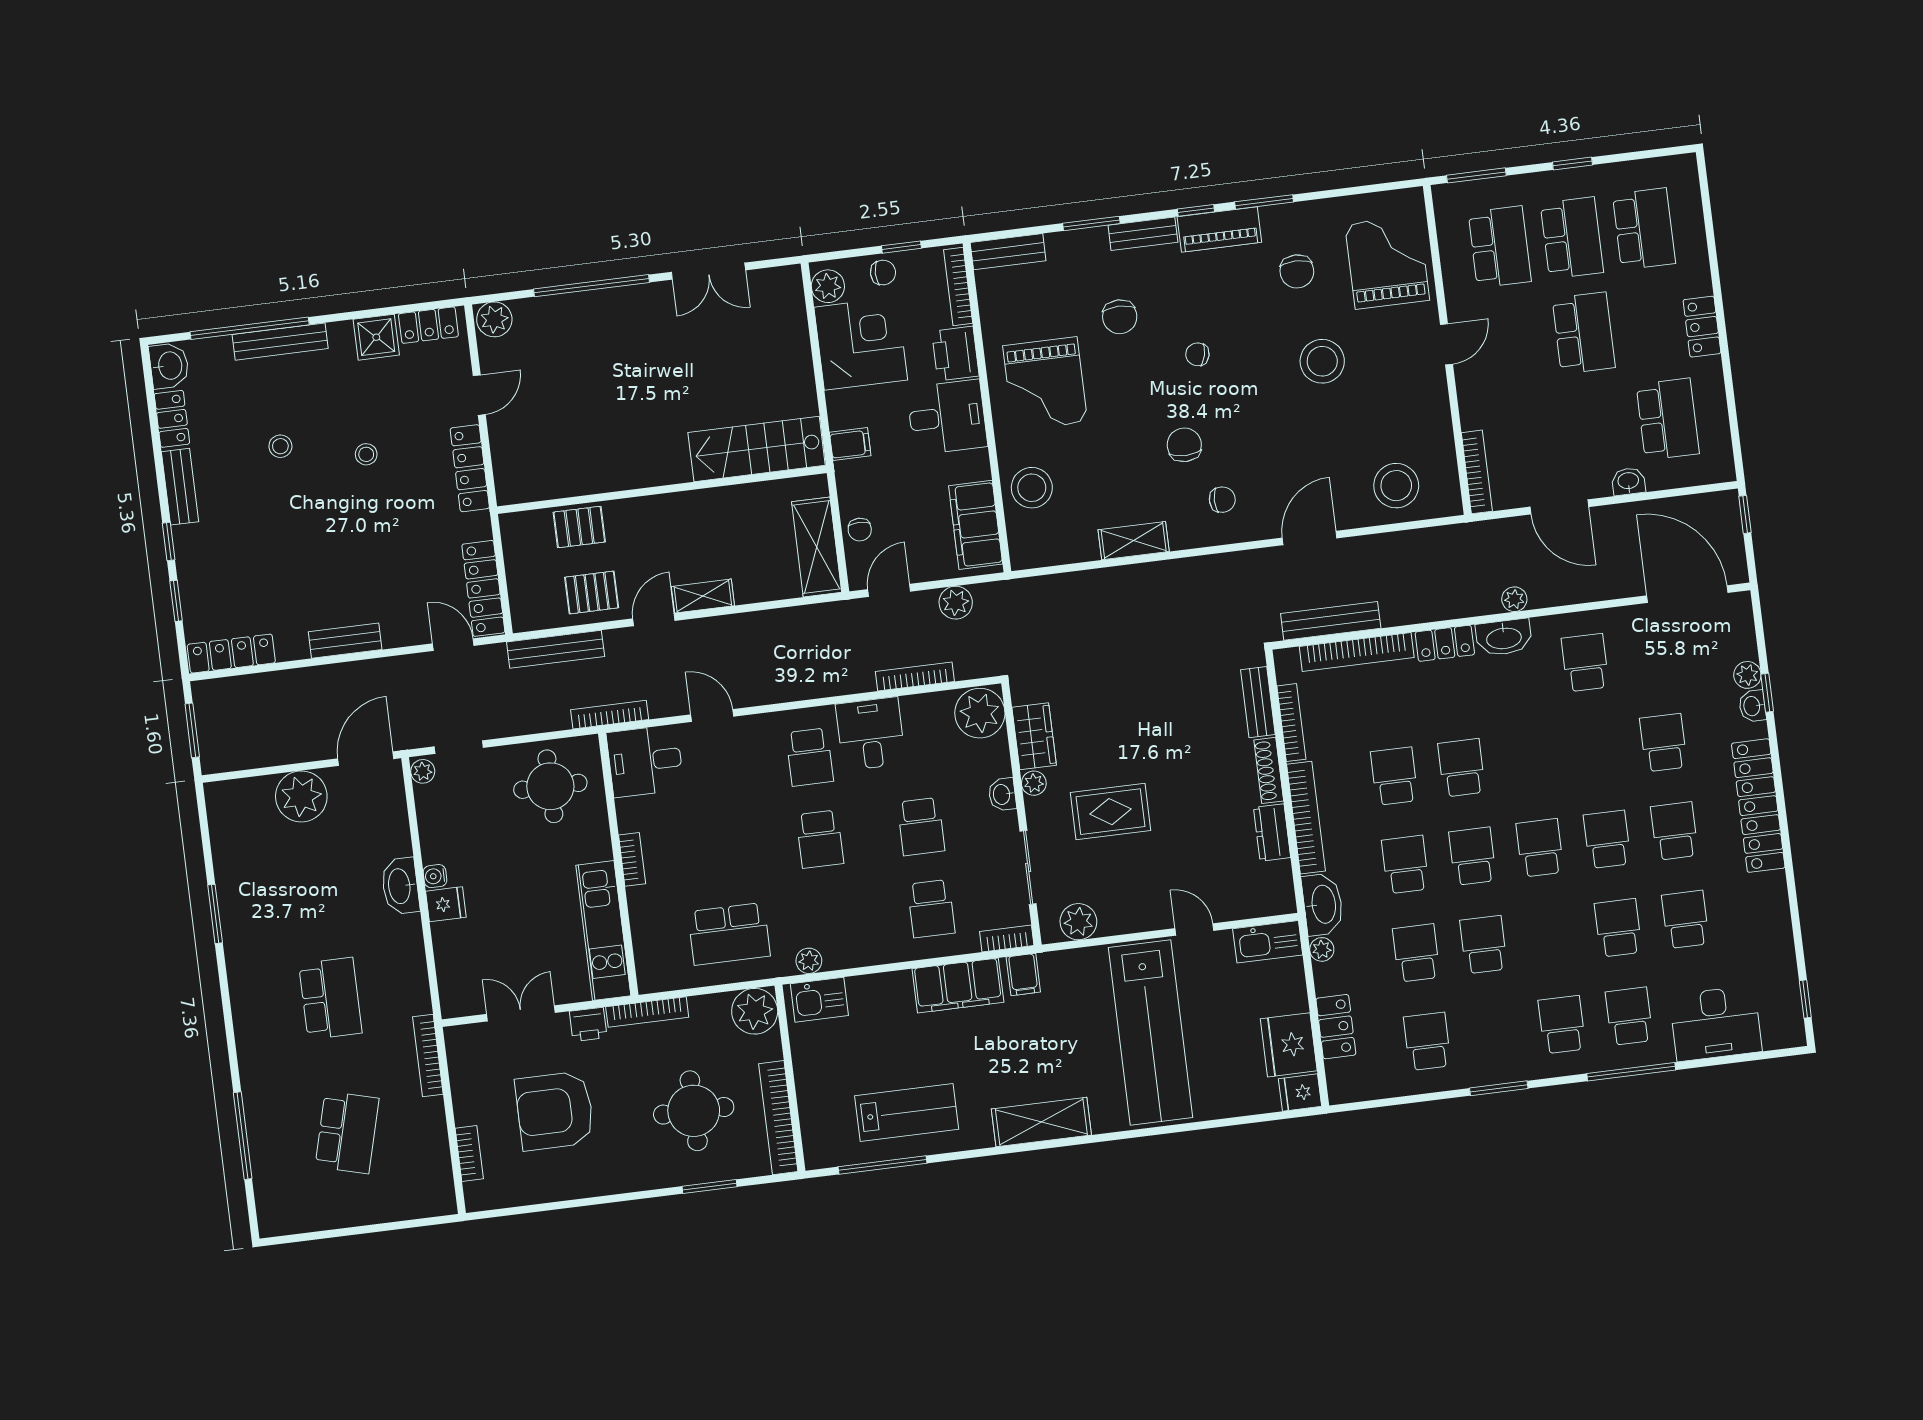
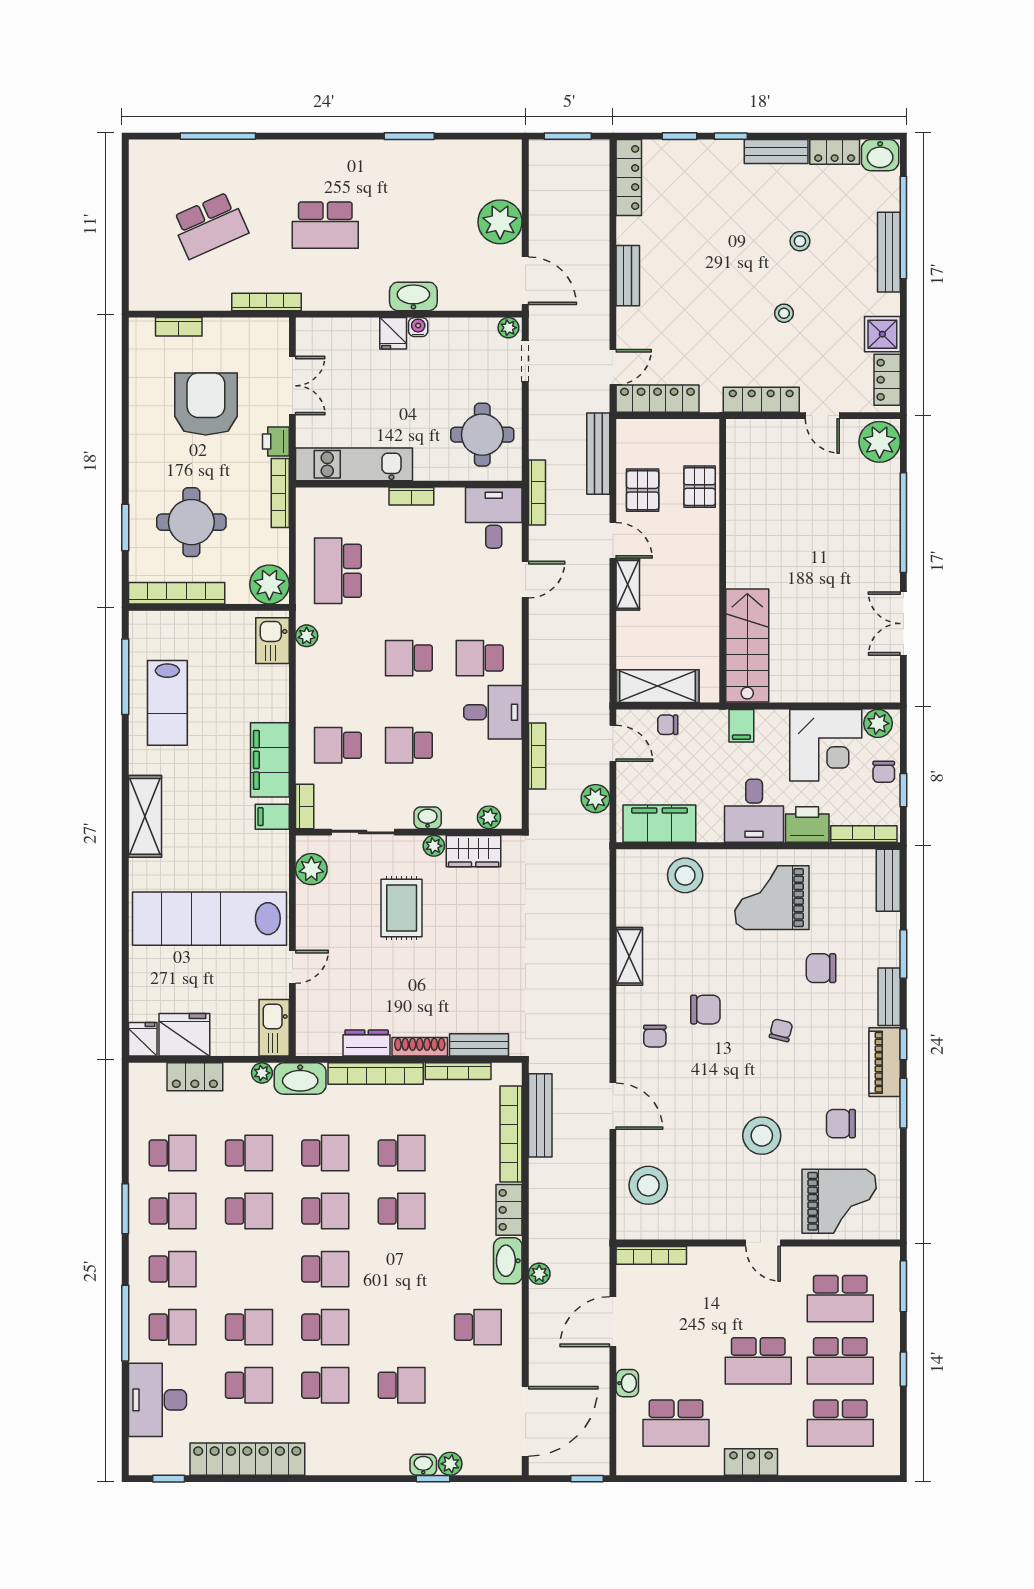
plant: (494, 319) -> (880, 442), width x1.36, depth x1.36
plant: (980, 713) -> (489, 817), width x0.53, depth x0.53
locker: (1758, 806) -> (247, 1459), moved
school desk: (1495, 1033) -> (173, 1211), added
school desk: (347, 1132) -> (210, 225), turned -39

